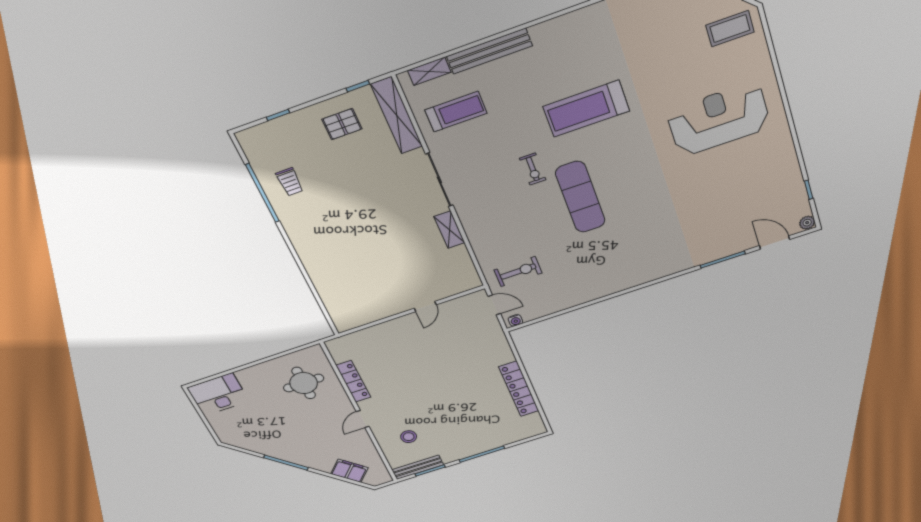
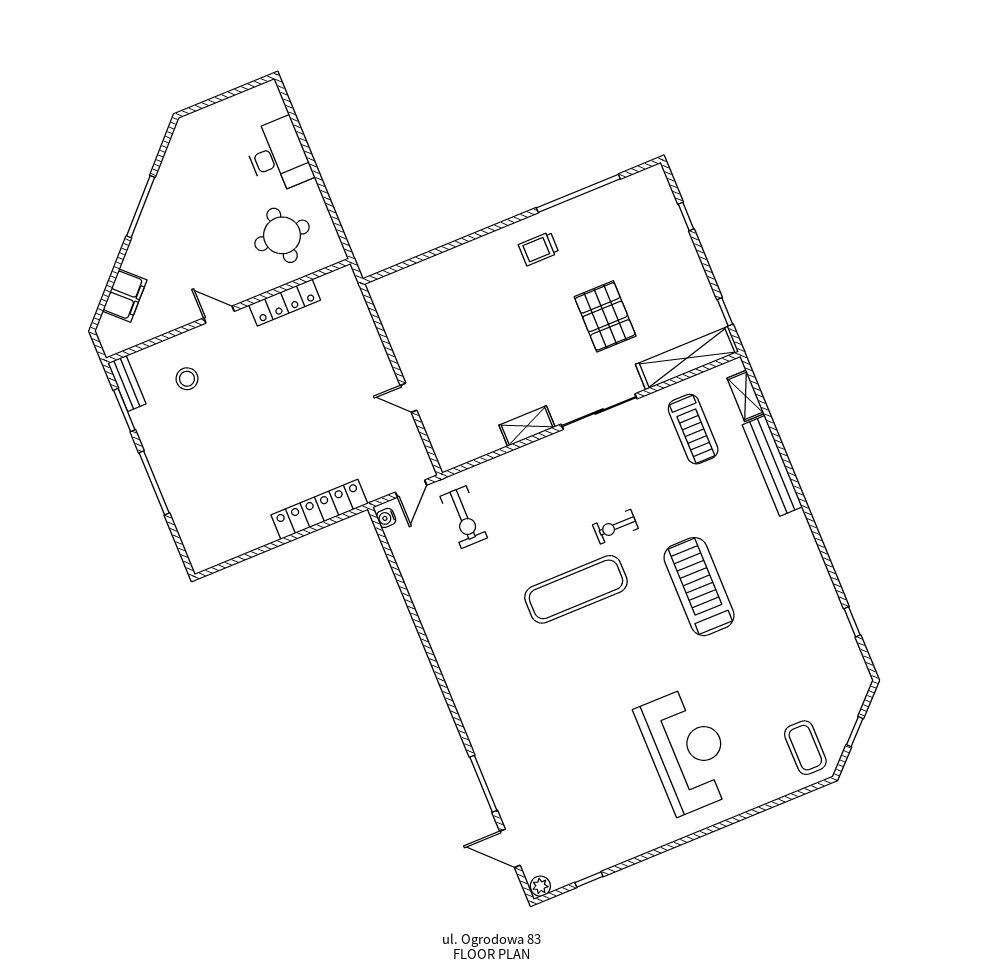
pallet: (342, 124) -> (605, 316), moved, width x1.50, depth x1.42
trolley: (290, 182) -> (539, 249), moved
door: (775, 243) -> (510, 848), swing flipped
locker: (519, 389) -> (319, 509), moved
desk: (218, 394) -> (278, 156), moved
bench: (418, 467) -> (127, 383), width x0.73

